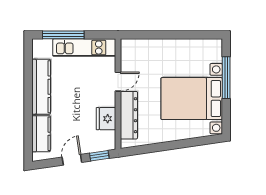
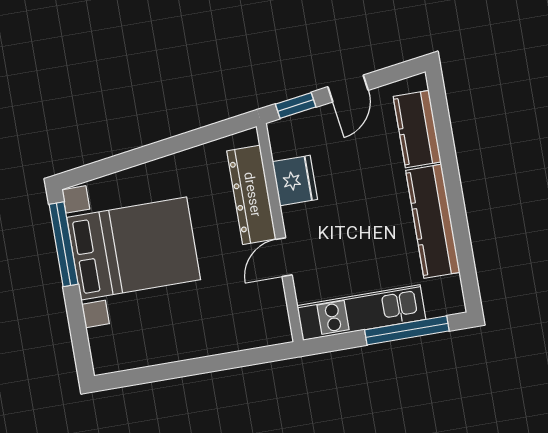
window: (226, 78) -> (64, 244), moved

